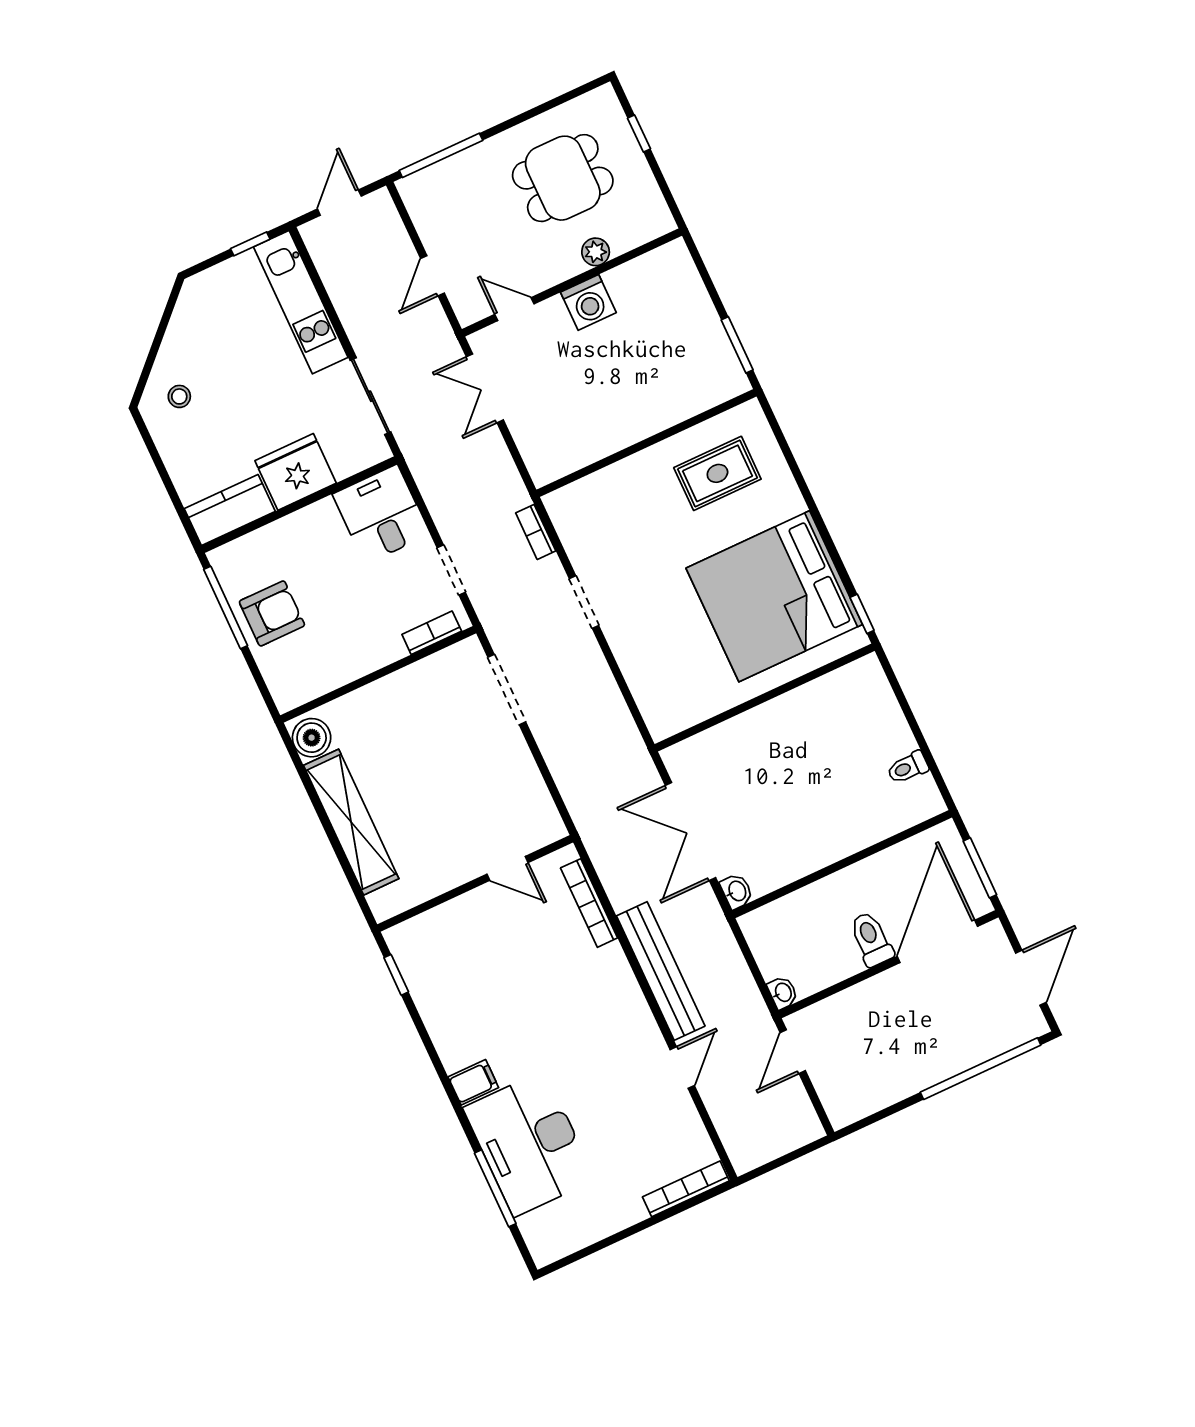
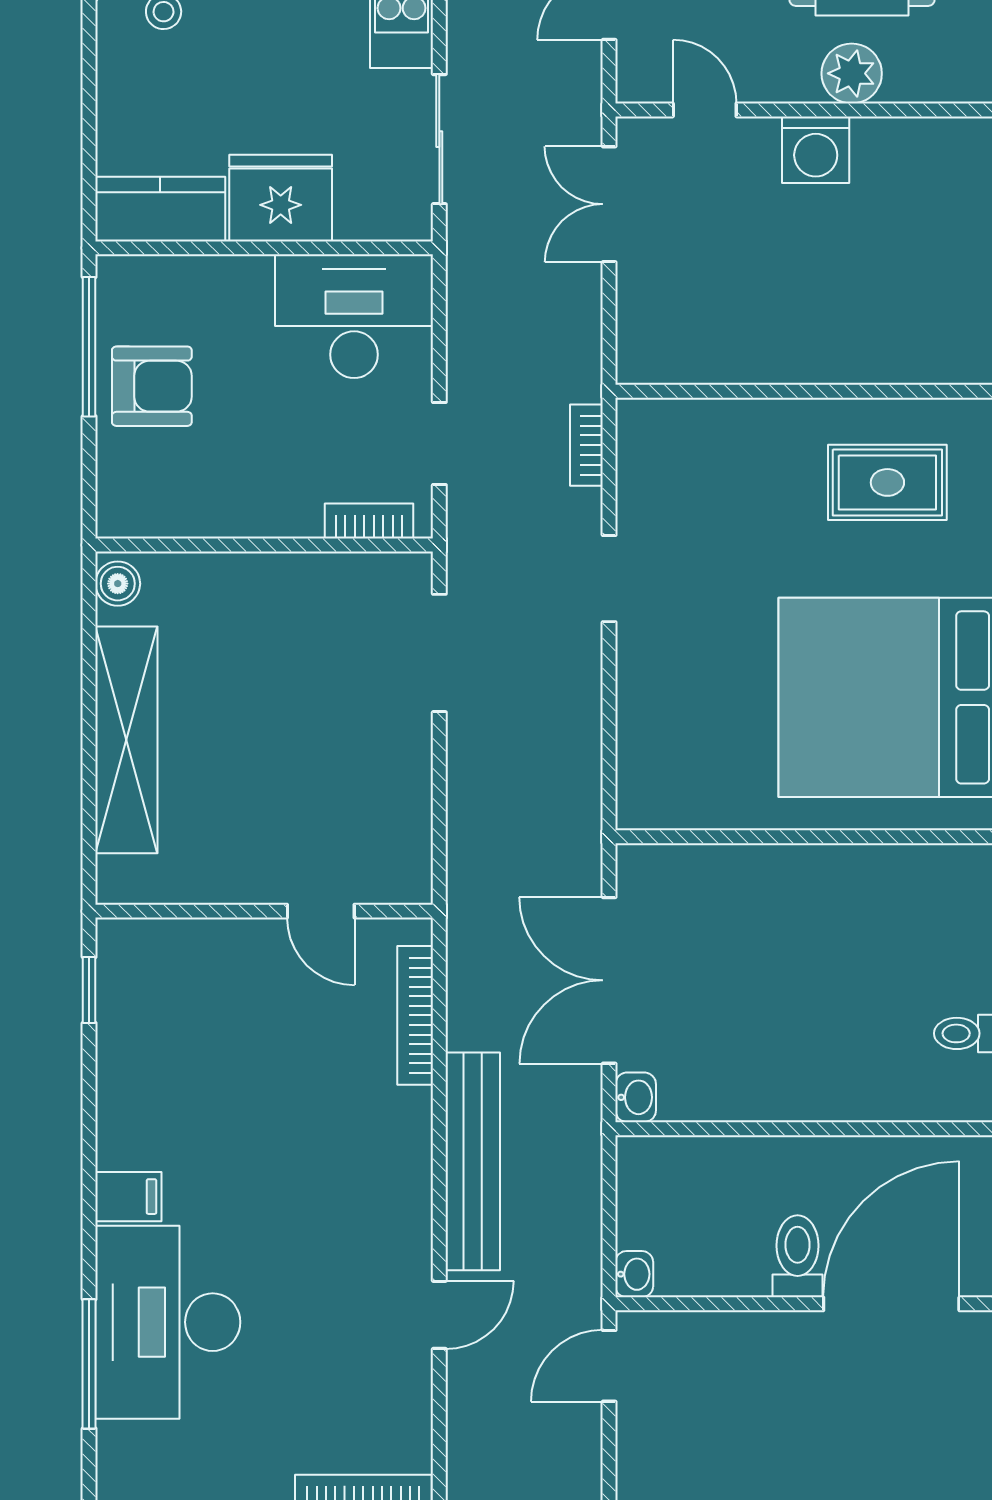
plant: (596, 252) -> (852, 73), width x1.38, depth x1.38
desk: (381, 514) -> (354, 316), width x1.37
boiler: (312, 738) -> (118, 584), width x0.73, depth x0.73

